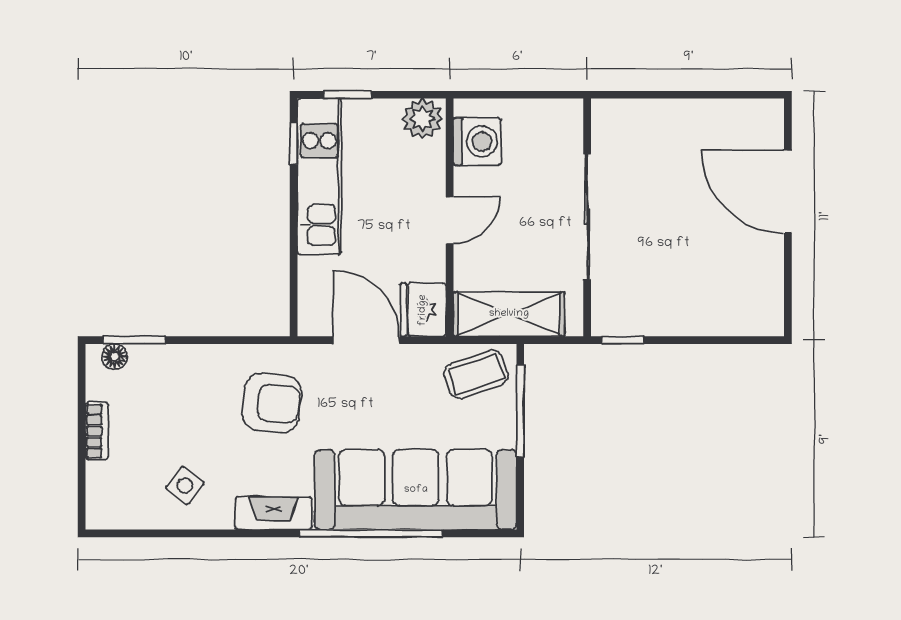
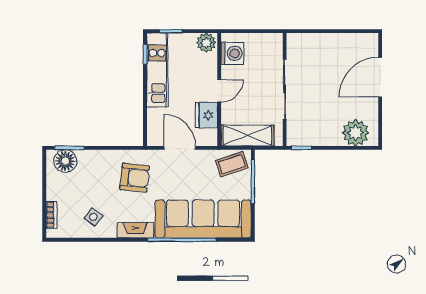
door: (788, 191) -> (380, 77), hinge flipped
plant: (736, 308) -> (356, 133), added
fridge: (423, 310) -> (207, 115), moved
floor lamp: (115, 357) -> (65, 161), width x1.89, depth x1.89
bookcase: (97, 431) -> (51, 215), moved

